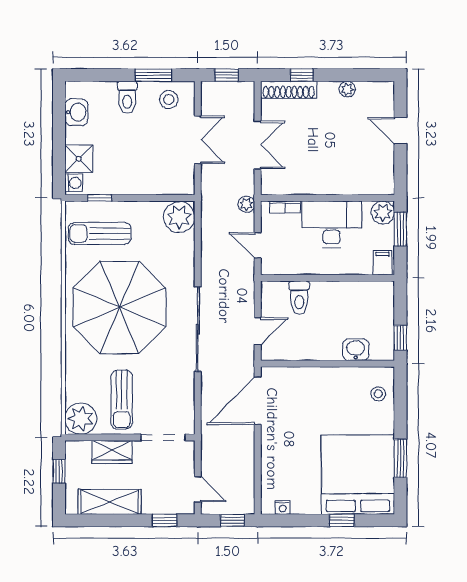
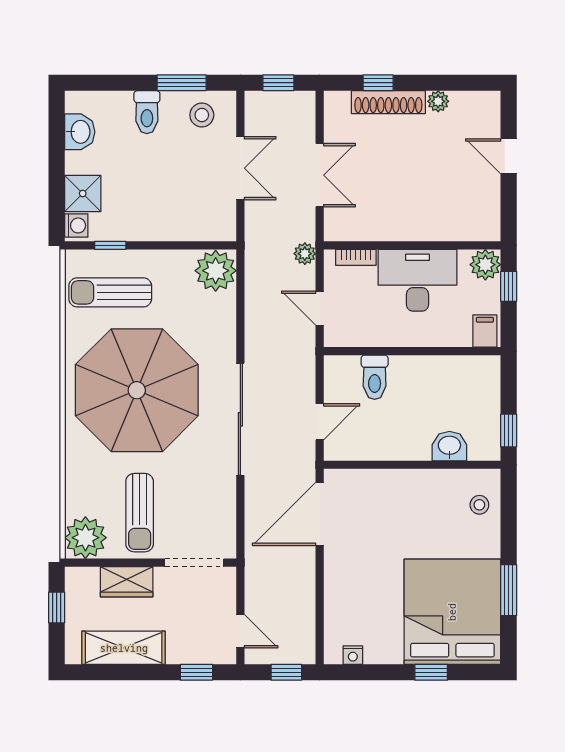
shoe rack: (289, 90) -> (388, 102), moved
window: (400, 229) -> (509, 286), width x0.67

